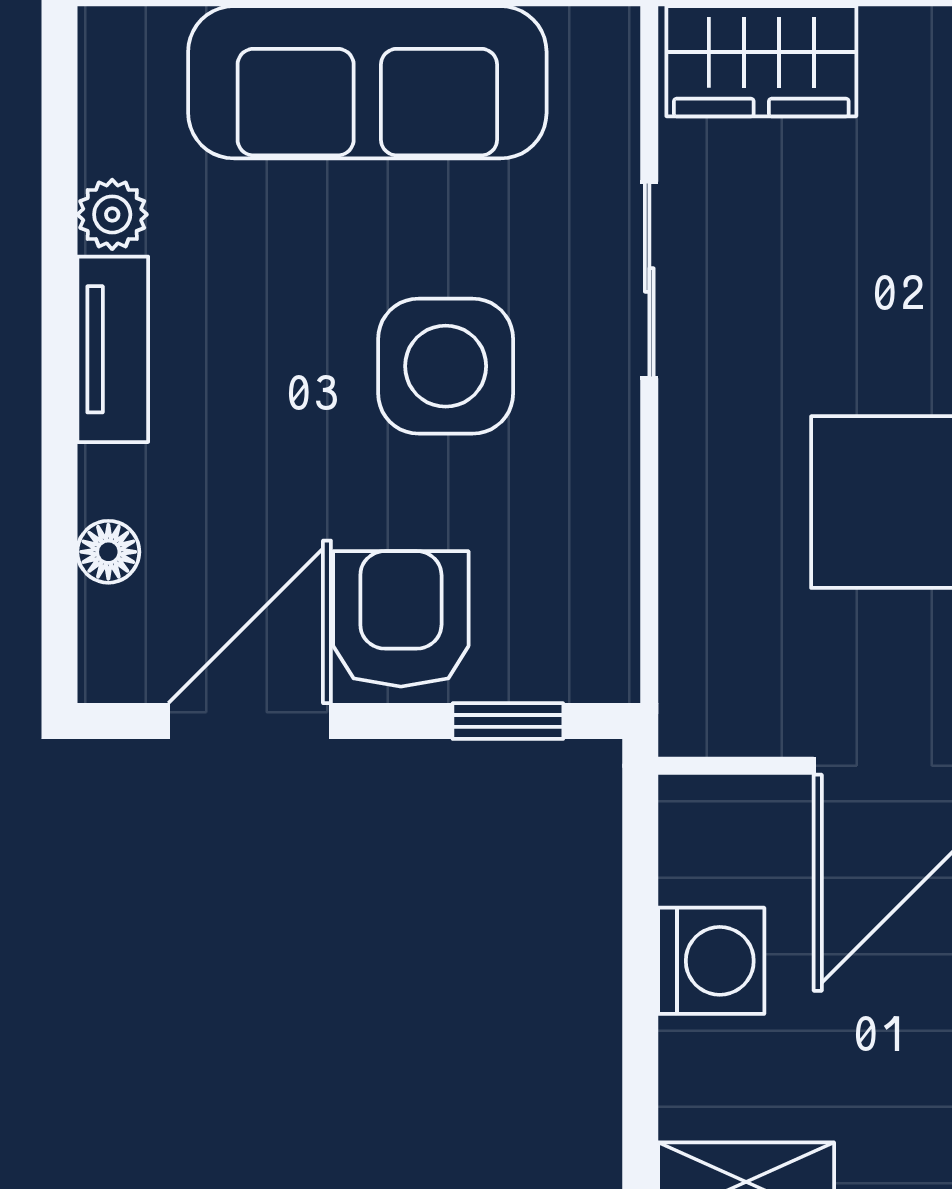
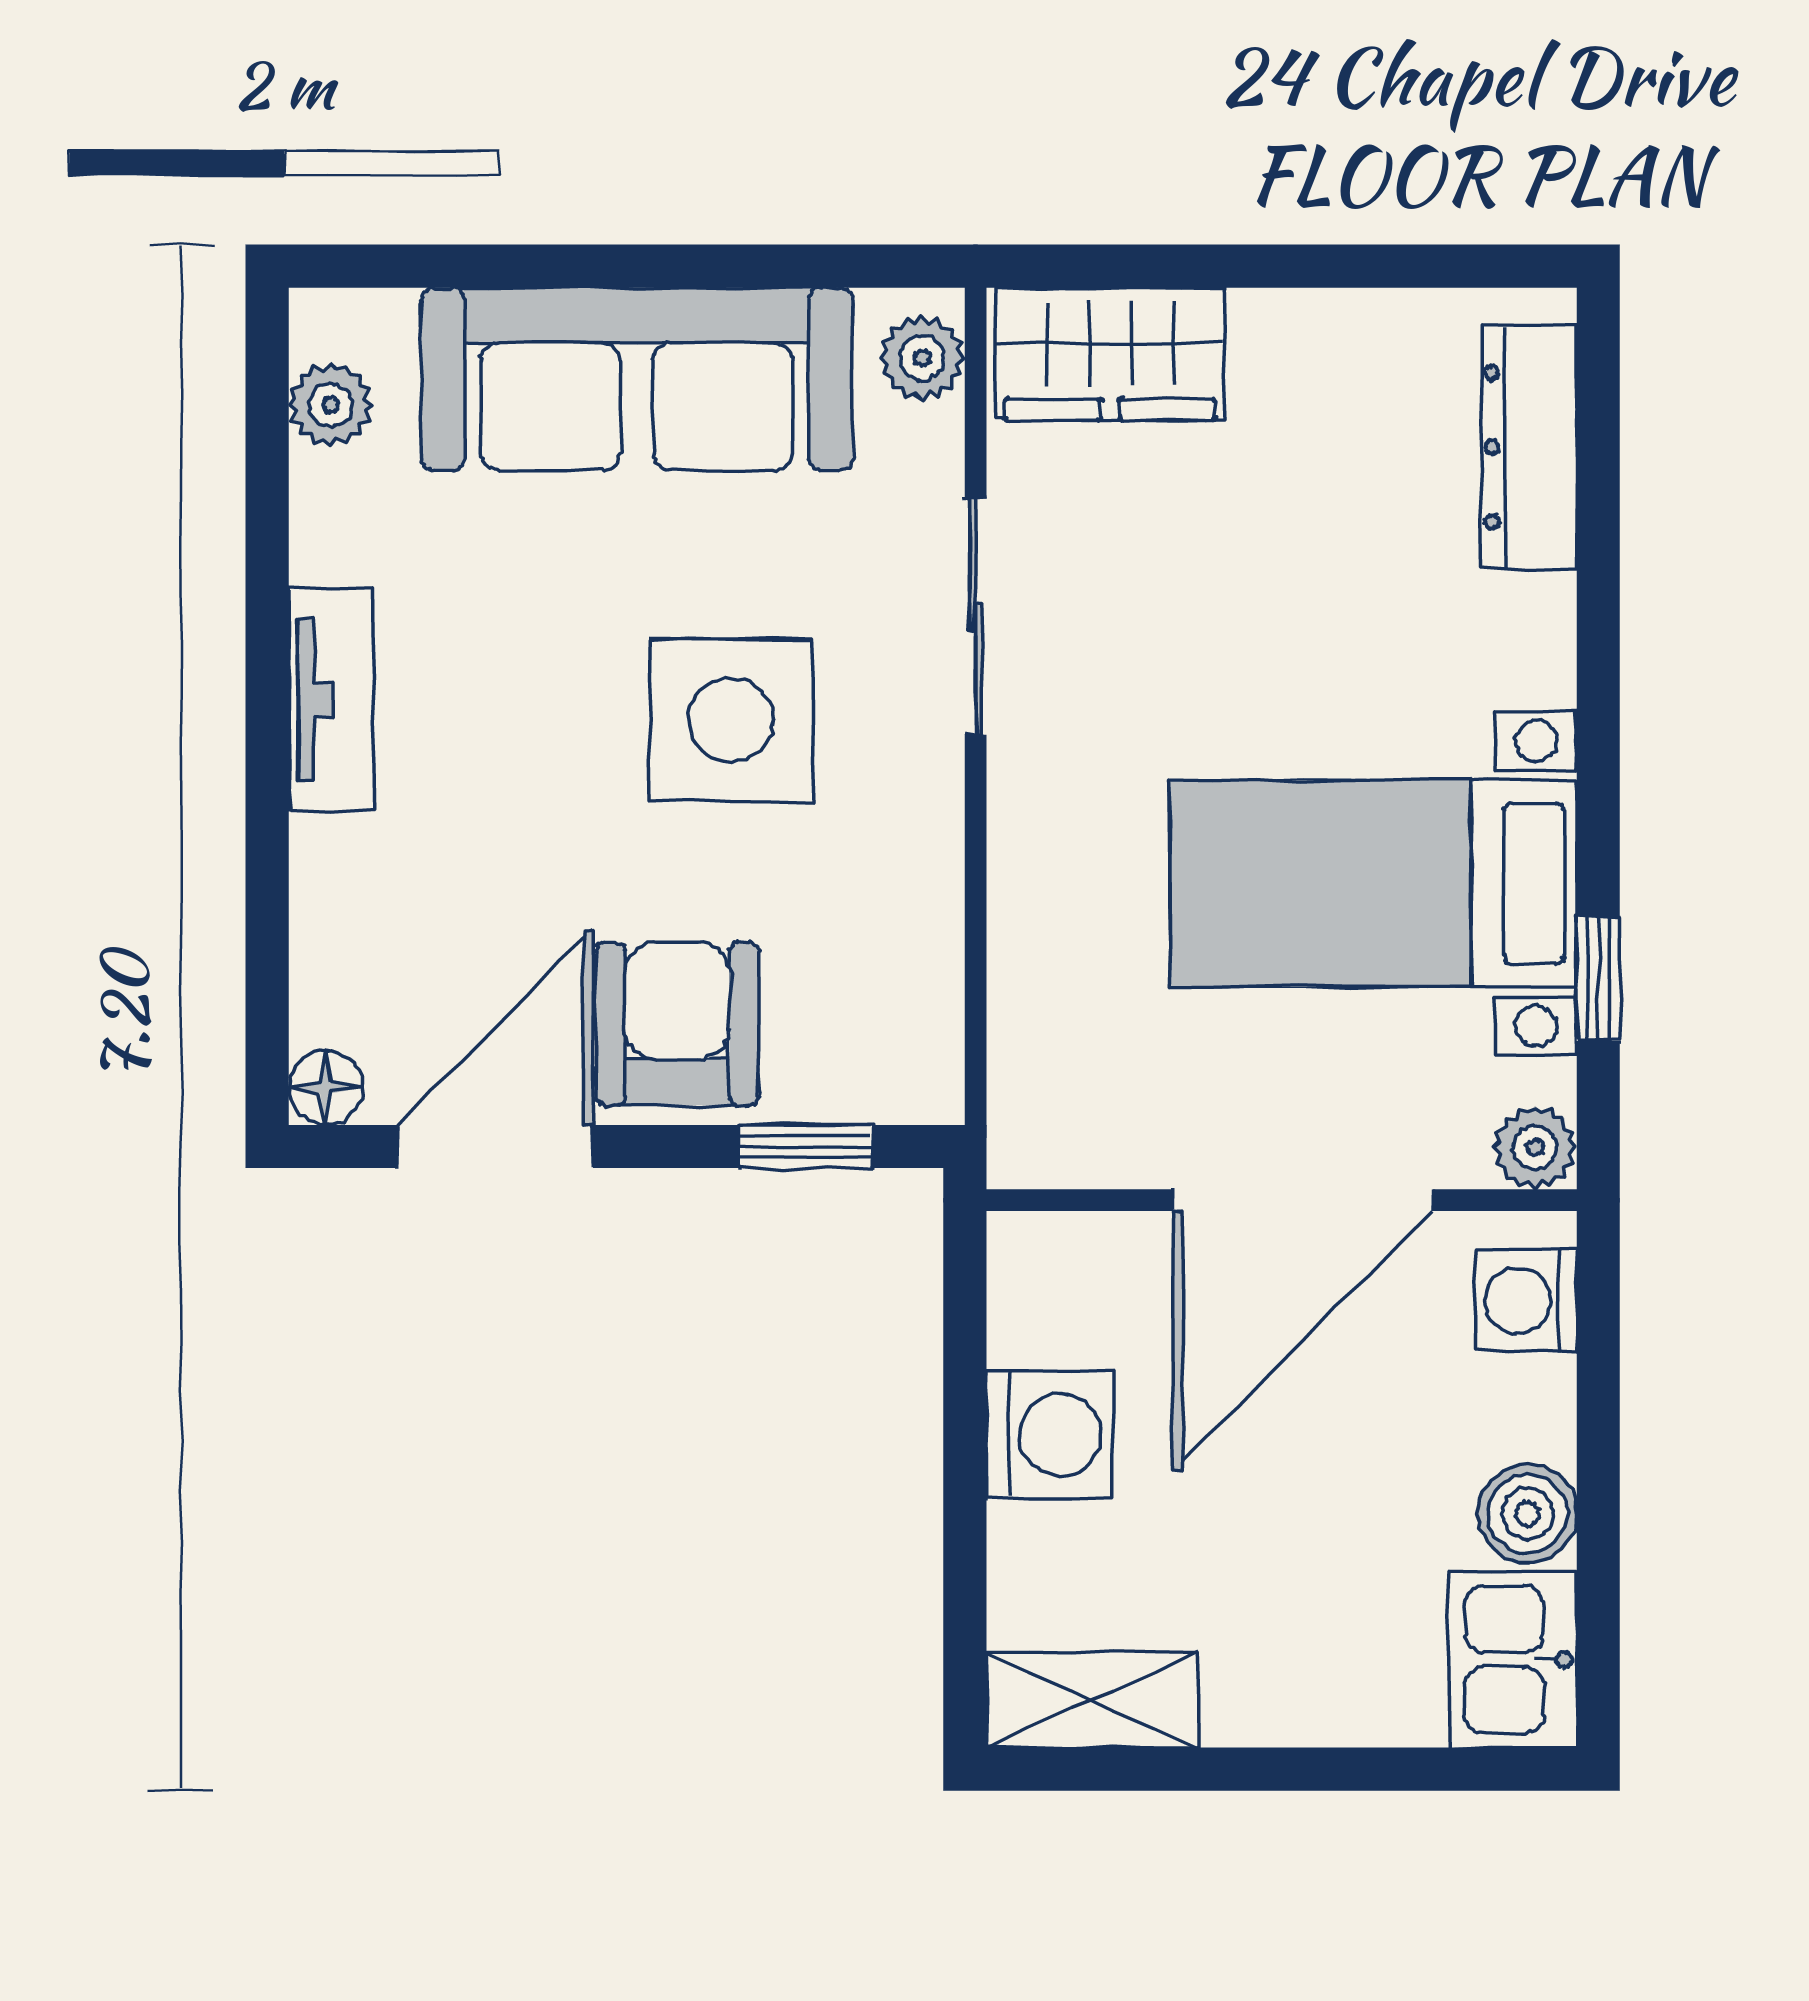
plant: (605, 65) -> (922, 358), added
plant: (112, 214) -> (330, 405), moved
floor lamp: (108, 552) -> (326, 1088), moved

